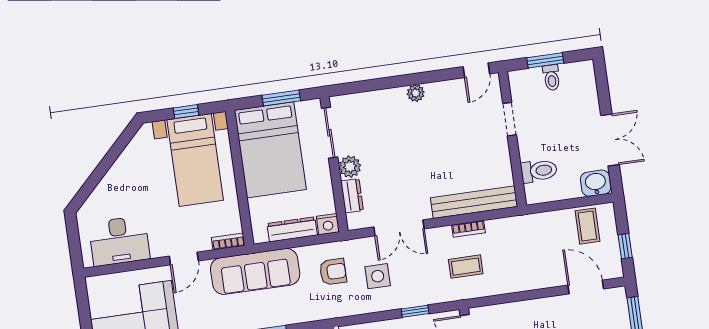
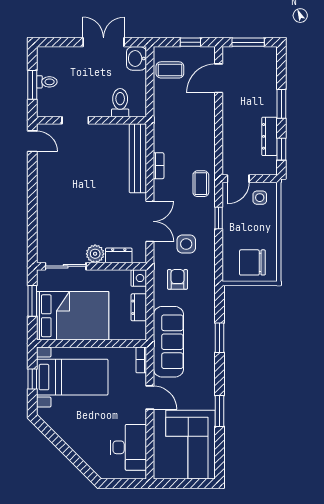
plant: (416, 93) -> (44, 193), removed
dresser: (292, 229) -> (139, 307), width x0.70
coffee table: (466, 267) -> (201, 184), moved

